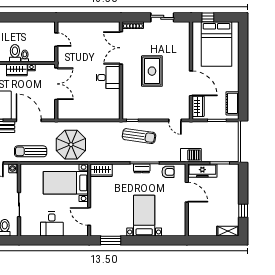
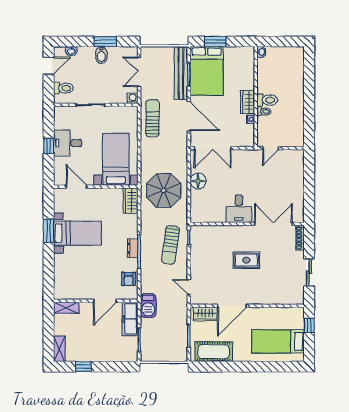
door: (56, 40) -> (271, 148), moved
bed: (217, 44) -> (278, 341), width x0.67
rug: (152, 71) -> (246, 260), width x0.73, depth x0.70
double door: (56, 84) -> (213, 148), moved
cot: (232, 103) -> (214, 352), width x1.37, depth x1.34
floor lamp: (84, 112) -> (198, 181), added
door: (29, 120) -> (189, 116), hinge flipped
door: (175, 120) -> (189, 287), hinge flipped
parasol: (71, 145) -> (164, 190), moved
door: (89, 216) -> (77, 187), hinge flipped
bed with nightstands: (144, 216) -> (78, 233), moved
shelving: (193, 225) -> (66, 308), added
window: (54, 240) -> (49, 146), added
window: (111, 240) -> (49, 231), moved

